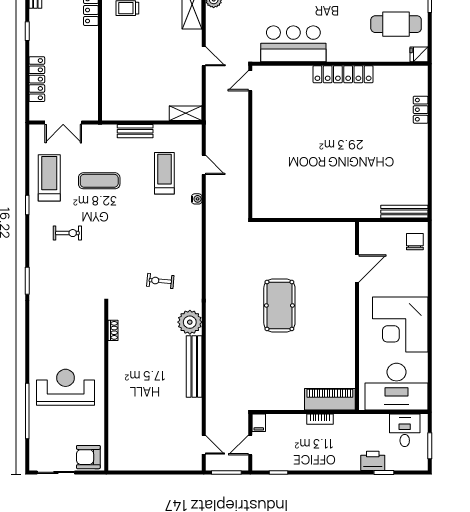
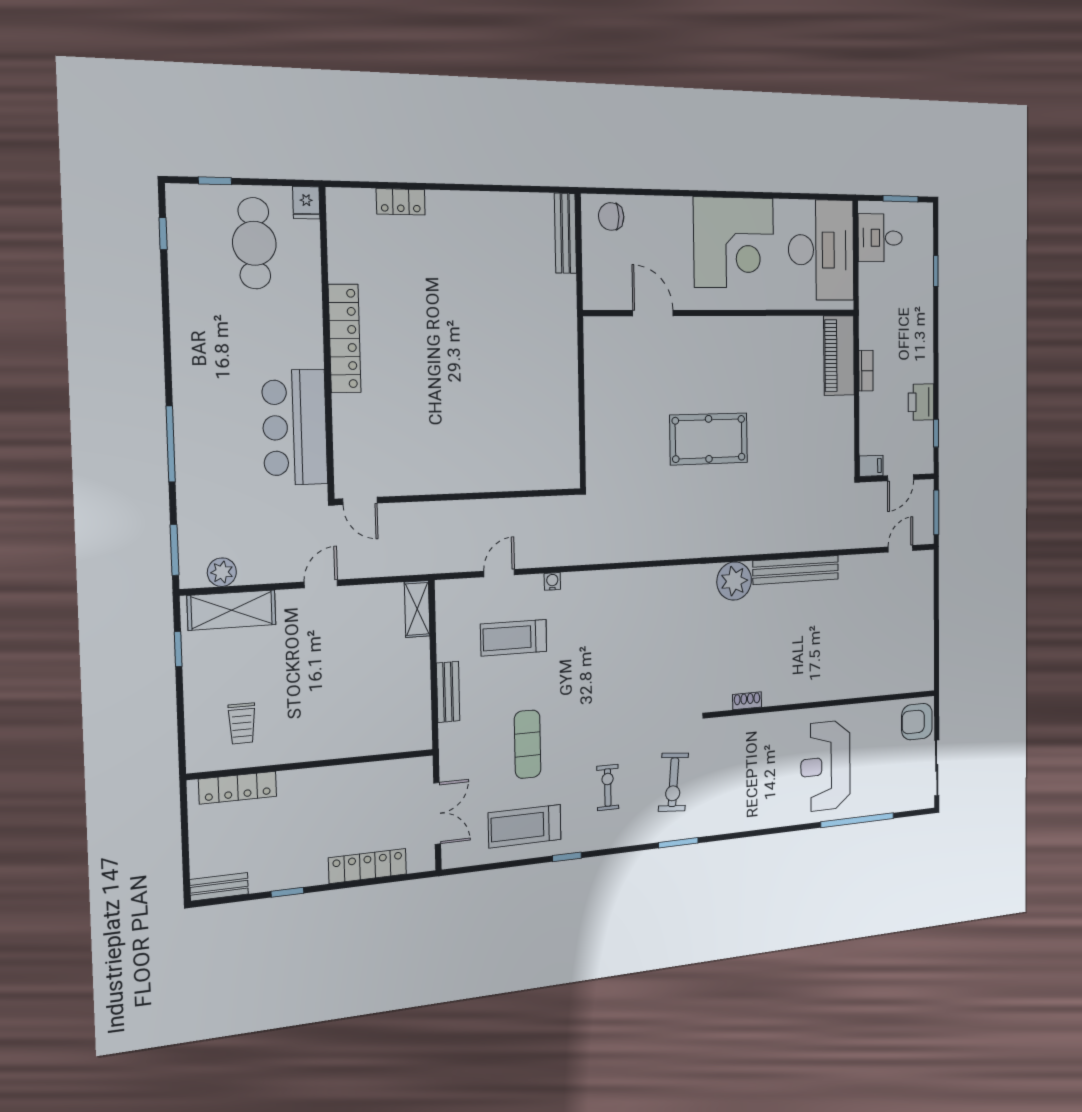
exercise bike: (160, 281) -> (673, 782), moved, width x1.38, depth x1.39
door: (250, 445) -> (901, 478), hinge flipped
armchair: (88, 457) -> (917, 722), turned 90
printer: (373, 461) -> (921, 402), moved

